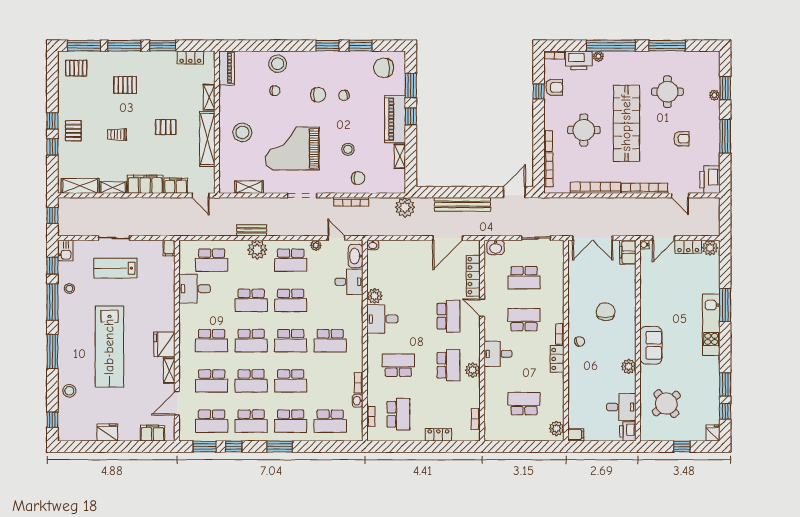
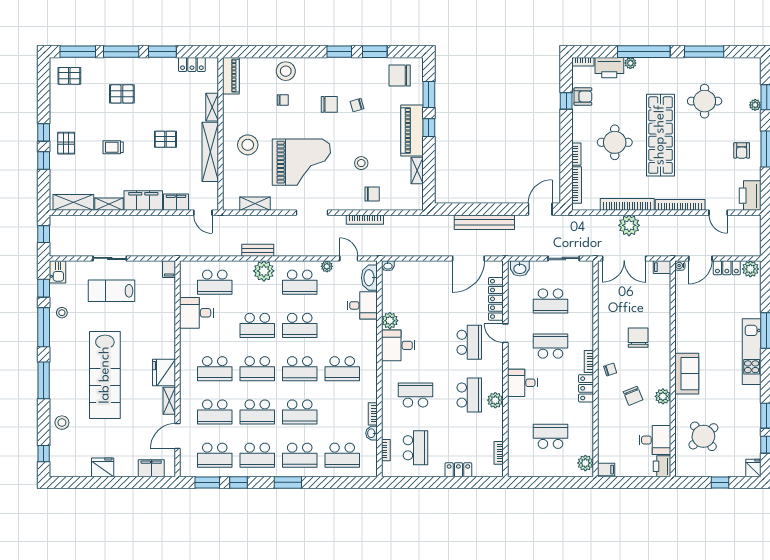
armchair: (682, 139) -> (742, 150), moved, turned 90
grand piano: (292, 148) -> (301, 162), turned 180
plant: (405, 207) -> (629, 225), moved
filing cabinet: (628, 252) -> (662, 267), width x0.50
chair: (601, 366) -> (633, 396), added

